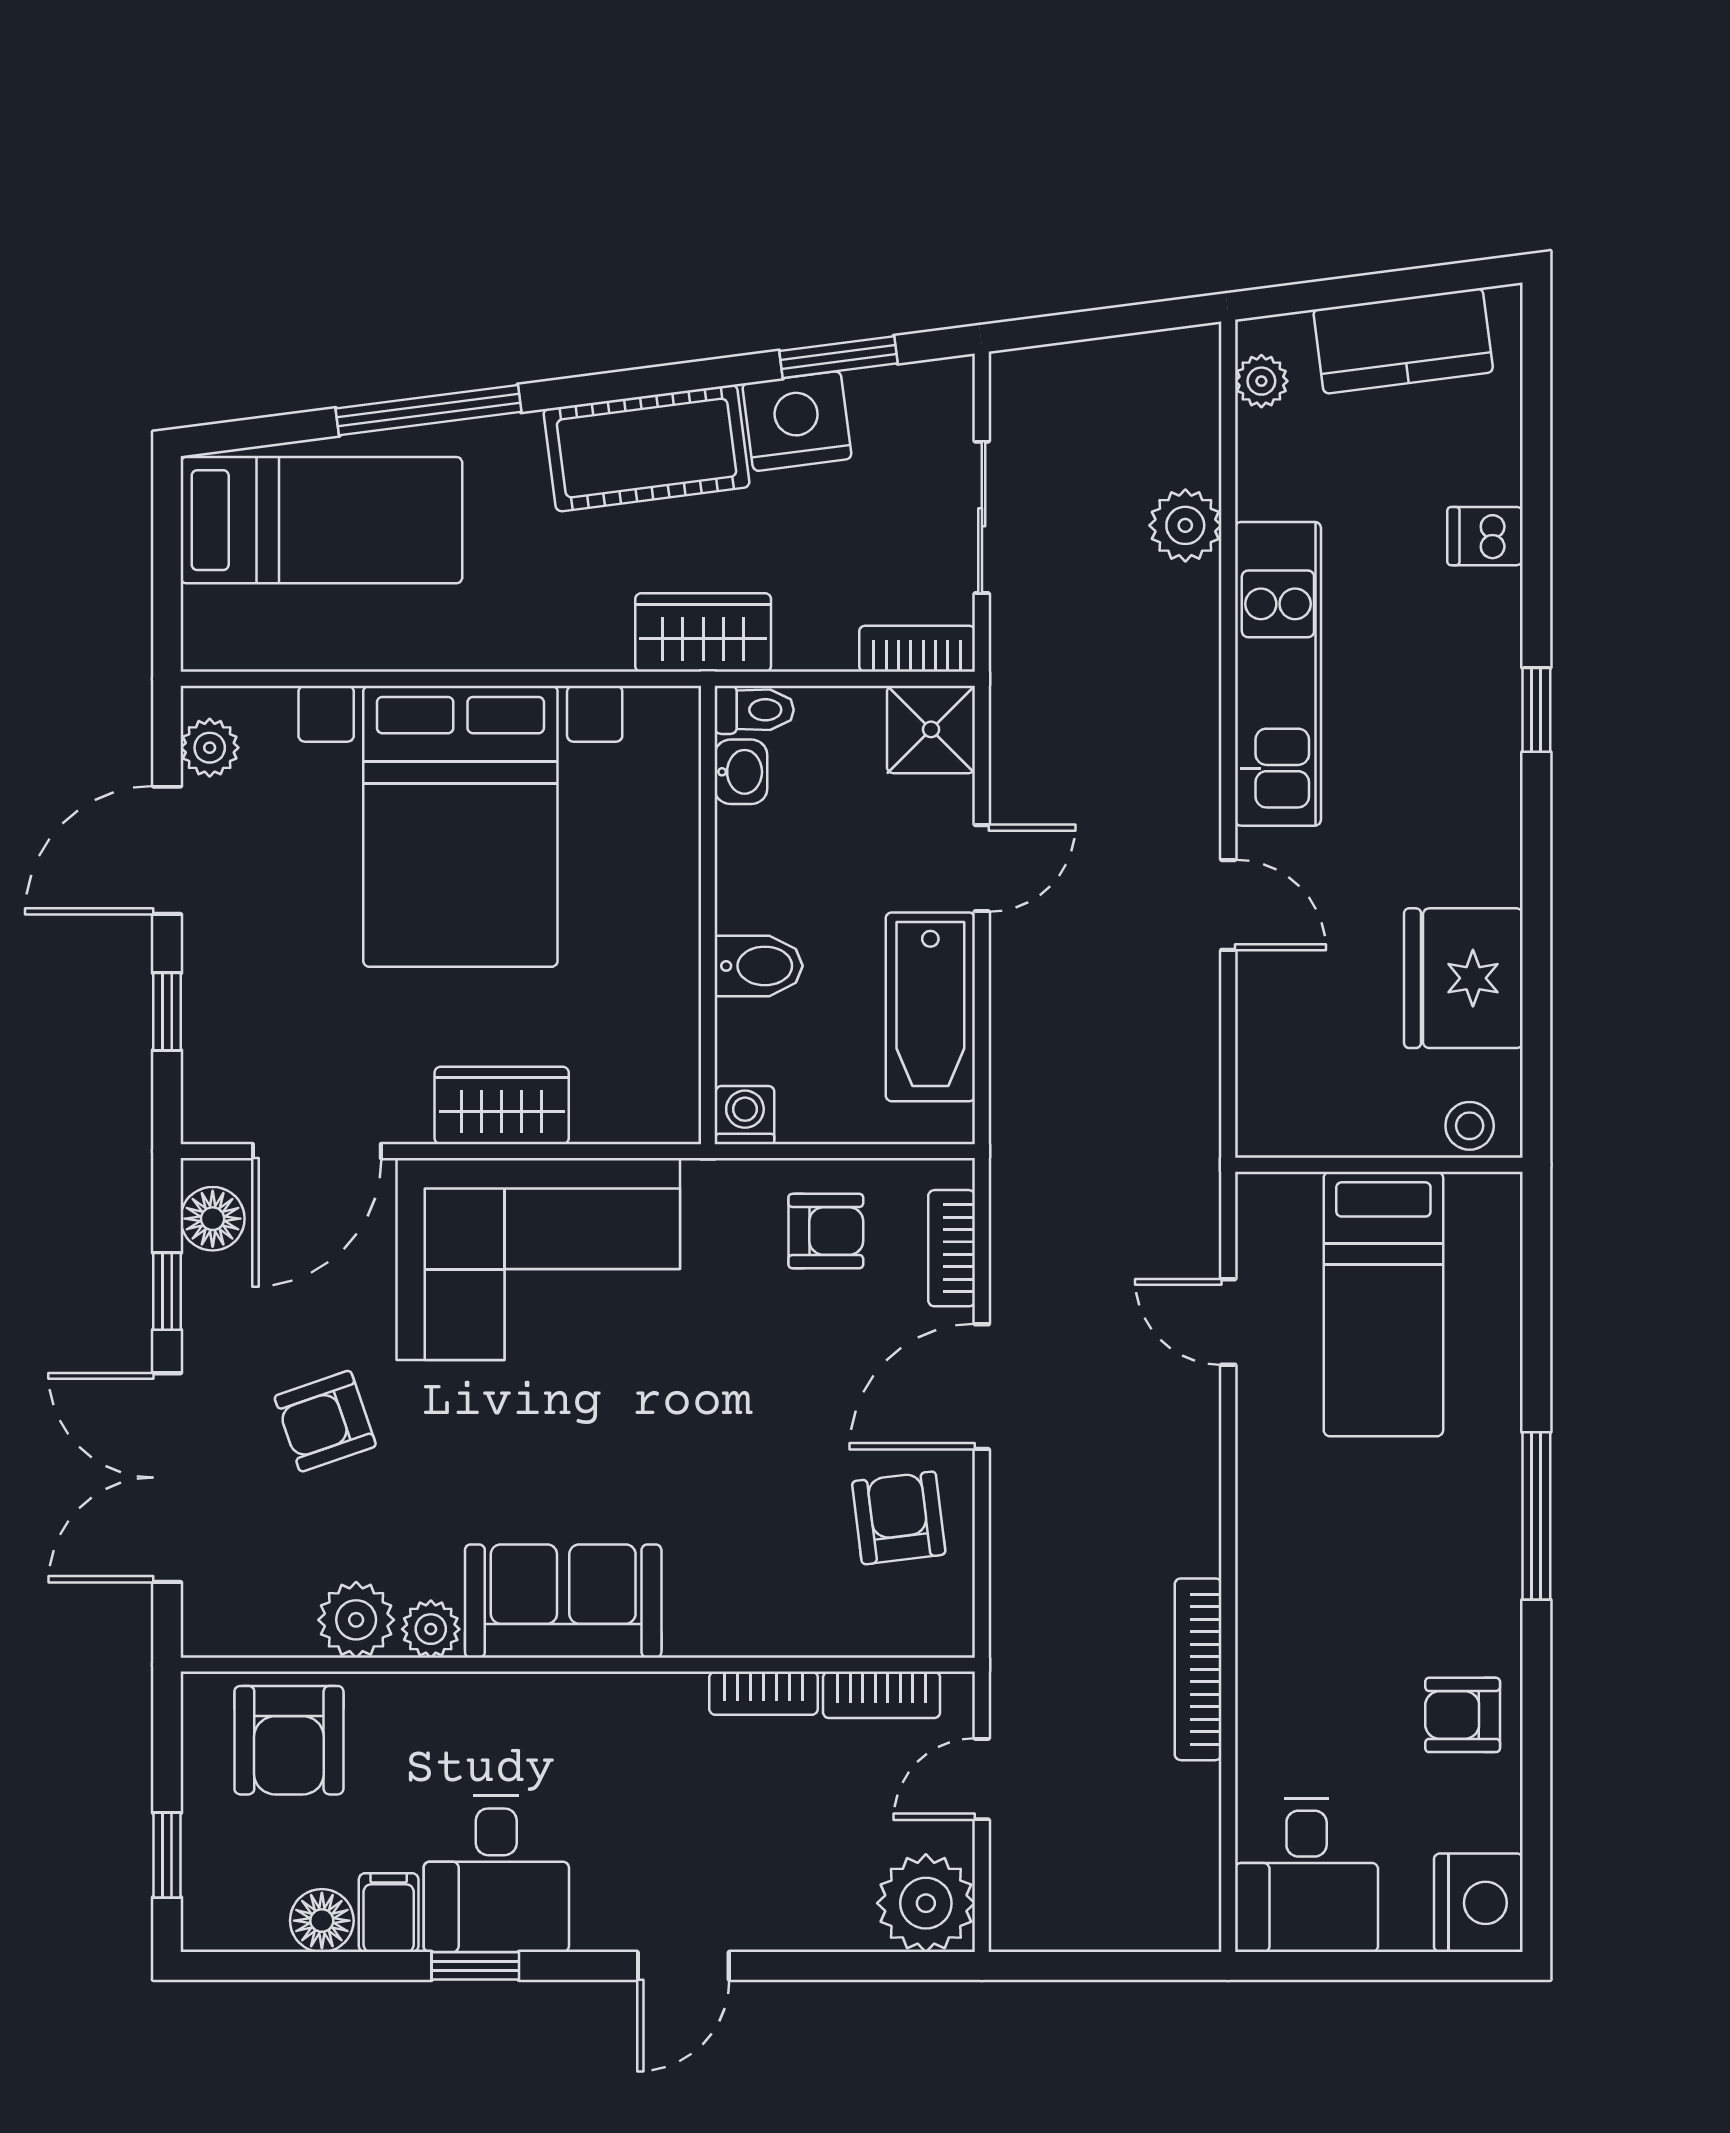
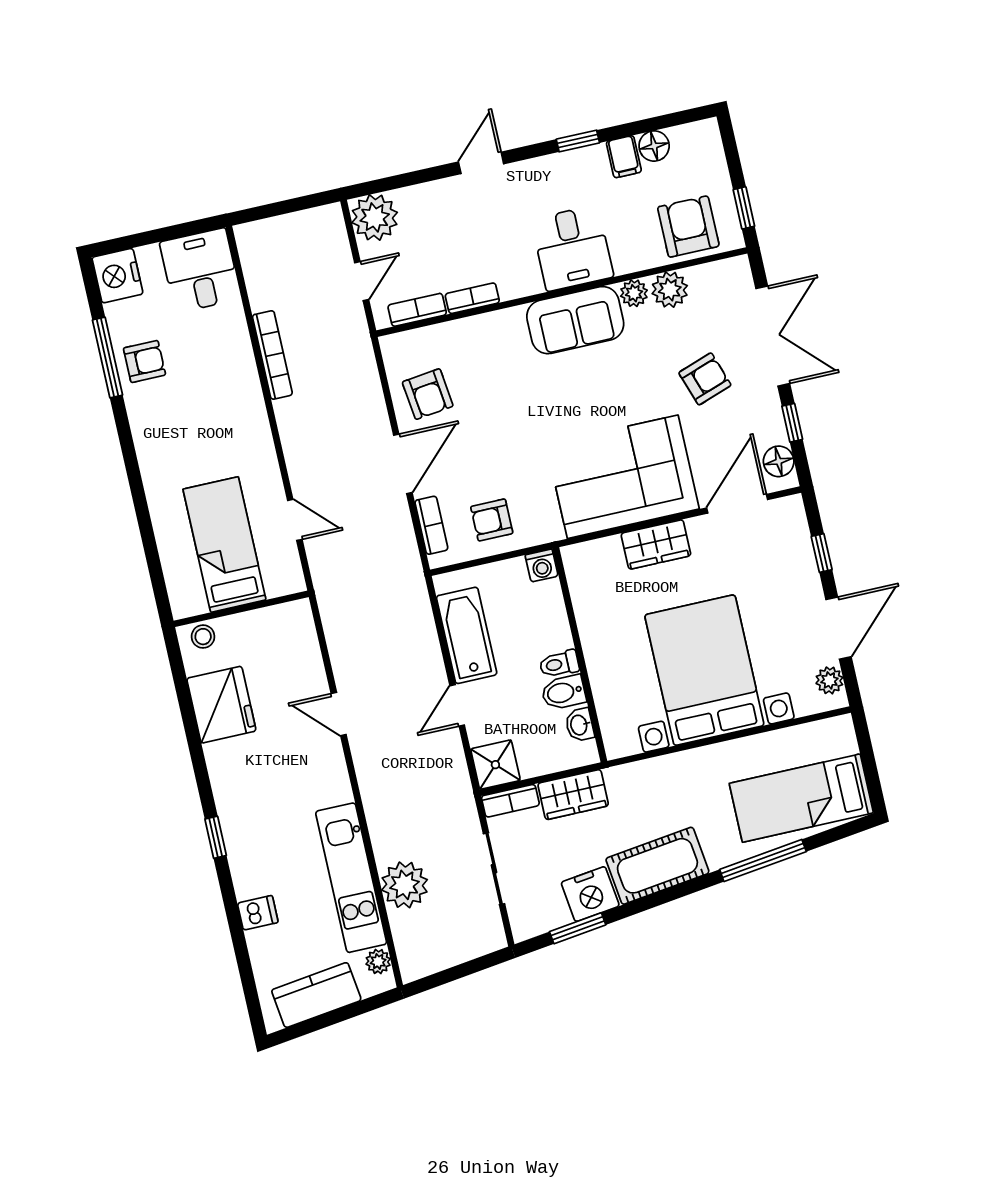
plant: (1185, 525) -> (405, 885), width x1.36, depth x1.36
wardrobe: (703, 632) -> (573, 795), moved
kitchen unit: (1278, 674) -> (351, 878), moved
toilet: (754, 710) -> (559, 664), moved
bidet: (759, 966) -> (563, 692), moved
window: (1536, 1516) -> (107, 358), moved
window: (167, 1855) -> (744, 208), moved
desk: (496, 1874) -> (572, 248), moved, turned 180

